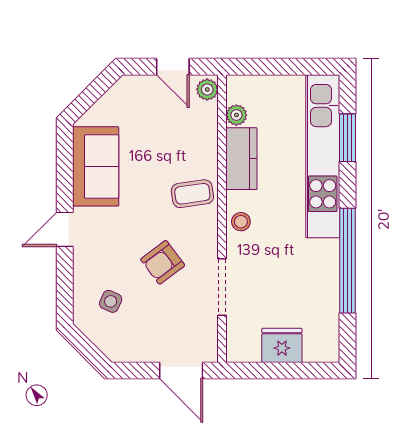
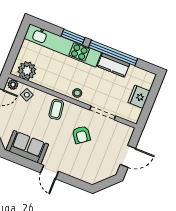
plant: (236, 115) -> (27, 71), width x1.88, depth x1.88
window: (347, 138) -> (73, 37), moved
kitchen counter: (241, 159) -> (114, 65), moved, turned 180
side table: (111, 301) -> (27, 95), moved
door: (181, 371) -> (128, 156), moved

